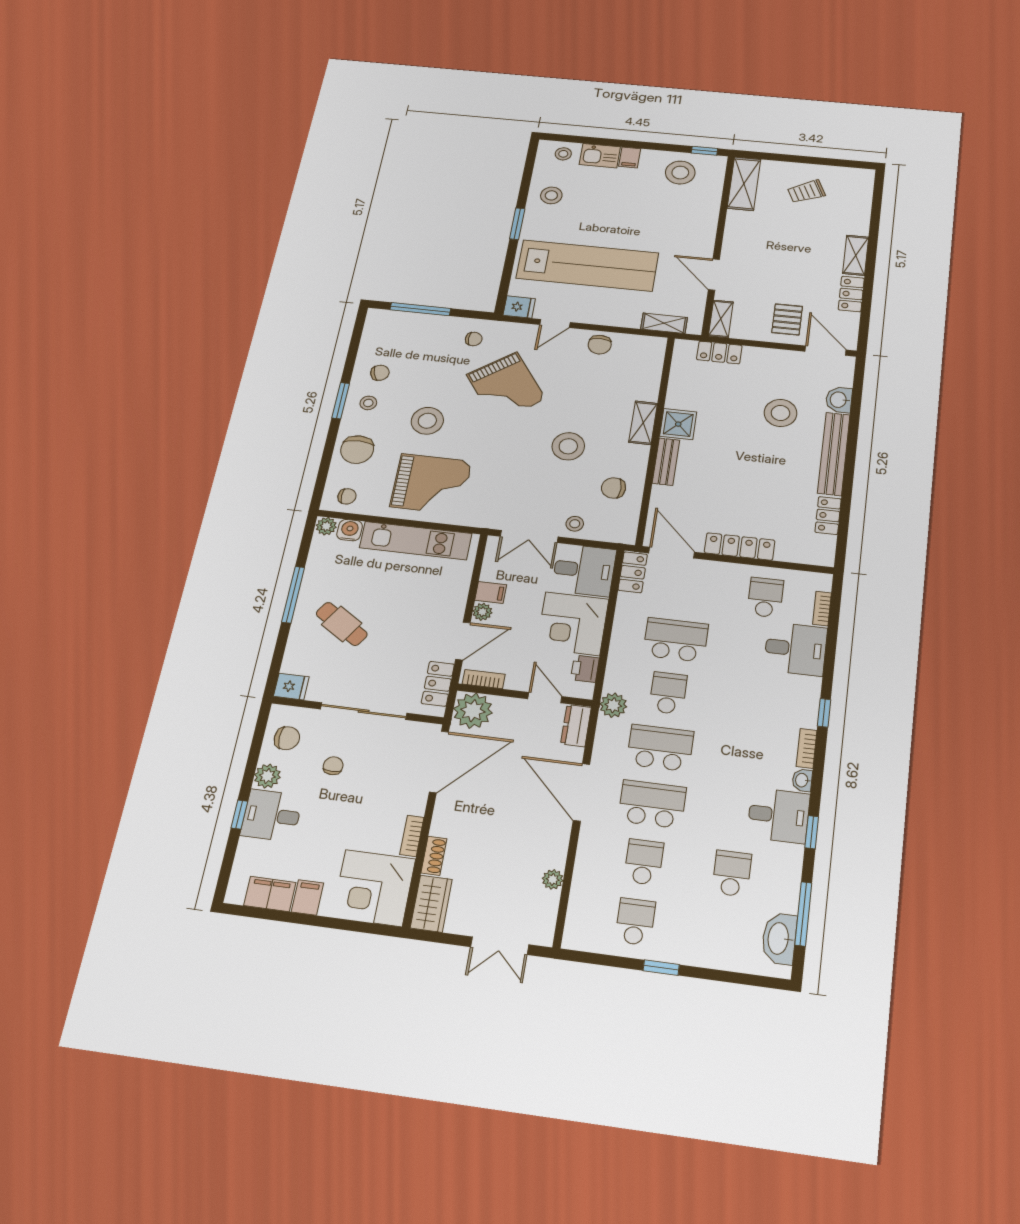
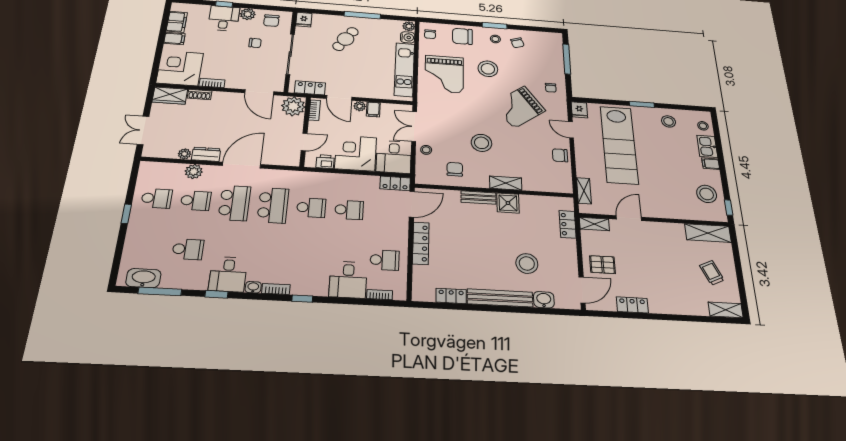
shelving: (856, 255) -> (726, 310), moved
school desk: (676, 640) -> (349, 210), width x0.54
plant: (613, 705) -> (194, 172), moved
dresser: (576, 726) -> (206, 154), moved
door: (439, 762) -> (259, 92), width x0.73

